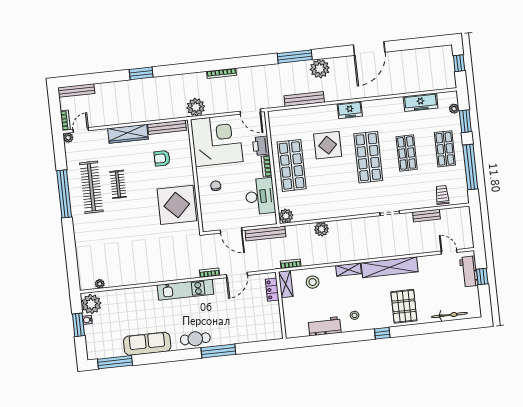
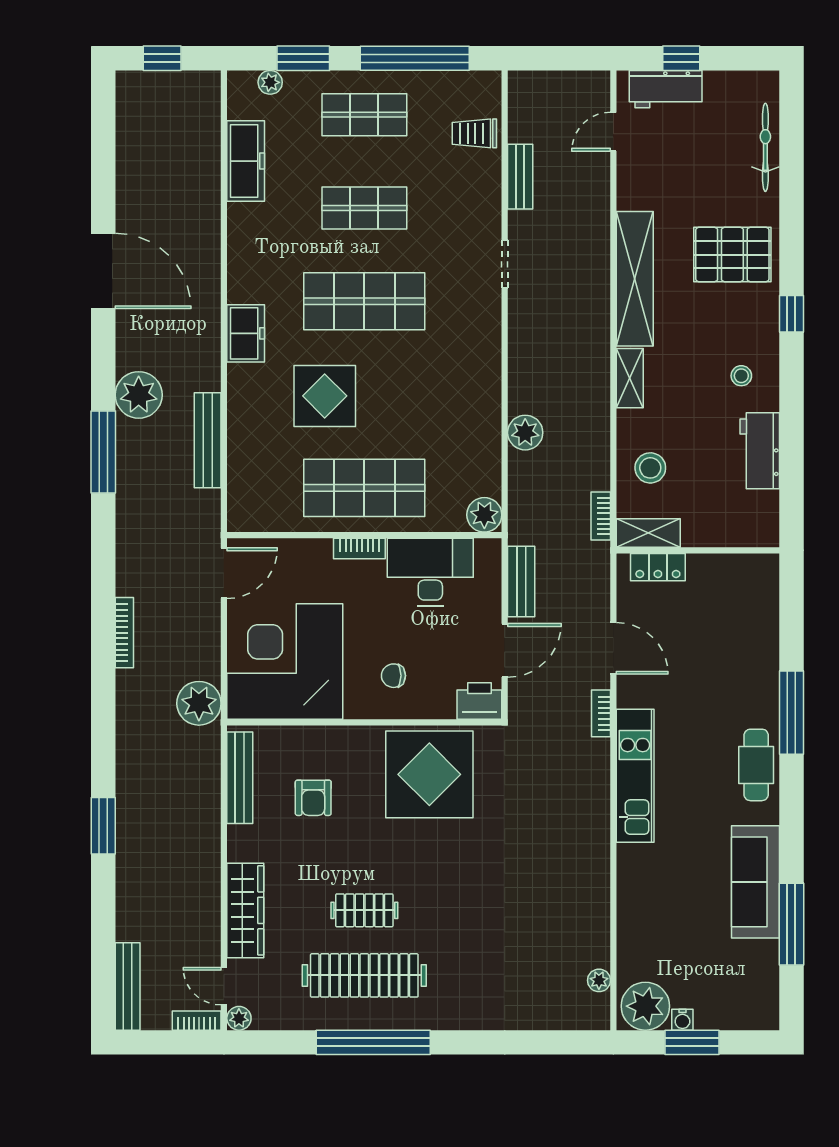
wardrobe: (128, 134) -> (245, 910), moved
printer: (261, 146) -> (479, 701), moved, turned 180
bench: (265, 234) -> (521, 581), width x0.73
window: (115, 362) -> (791, 924), moved

